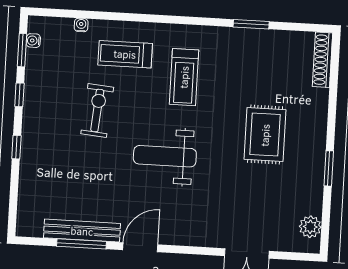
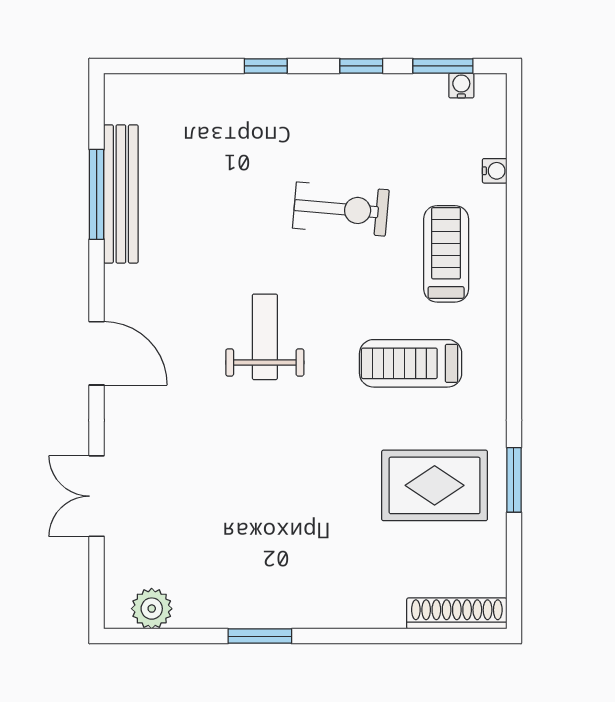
rug: (265, 135) -> (435, 485), moved
weight bench: (165, 156) -> (265, 337), width x0.73, depth x0.75
door: (140, 247) -> (97, 353), moved

